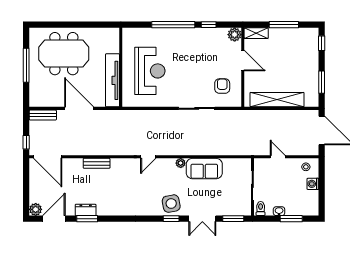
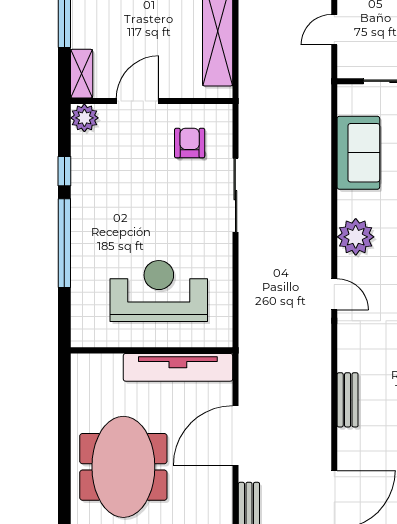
armchair: (222, 86) -> (190, 143), turned 90
plant: (181, 163) -> (356, 237), width x1.87, depth x1.87
sofa: (204, 169) -> (358, 153), moved

